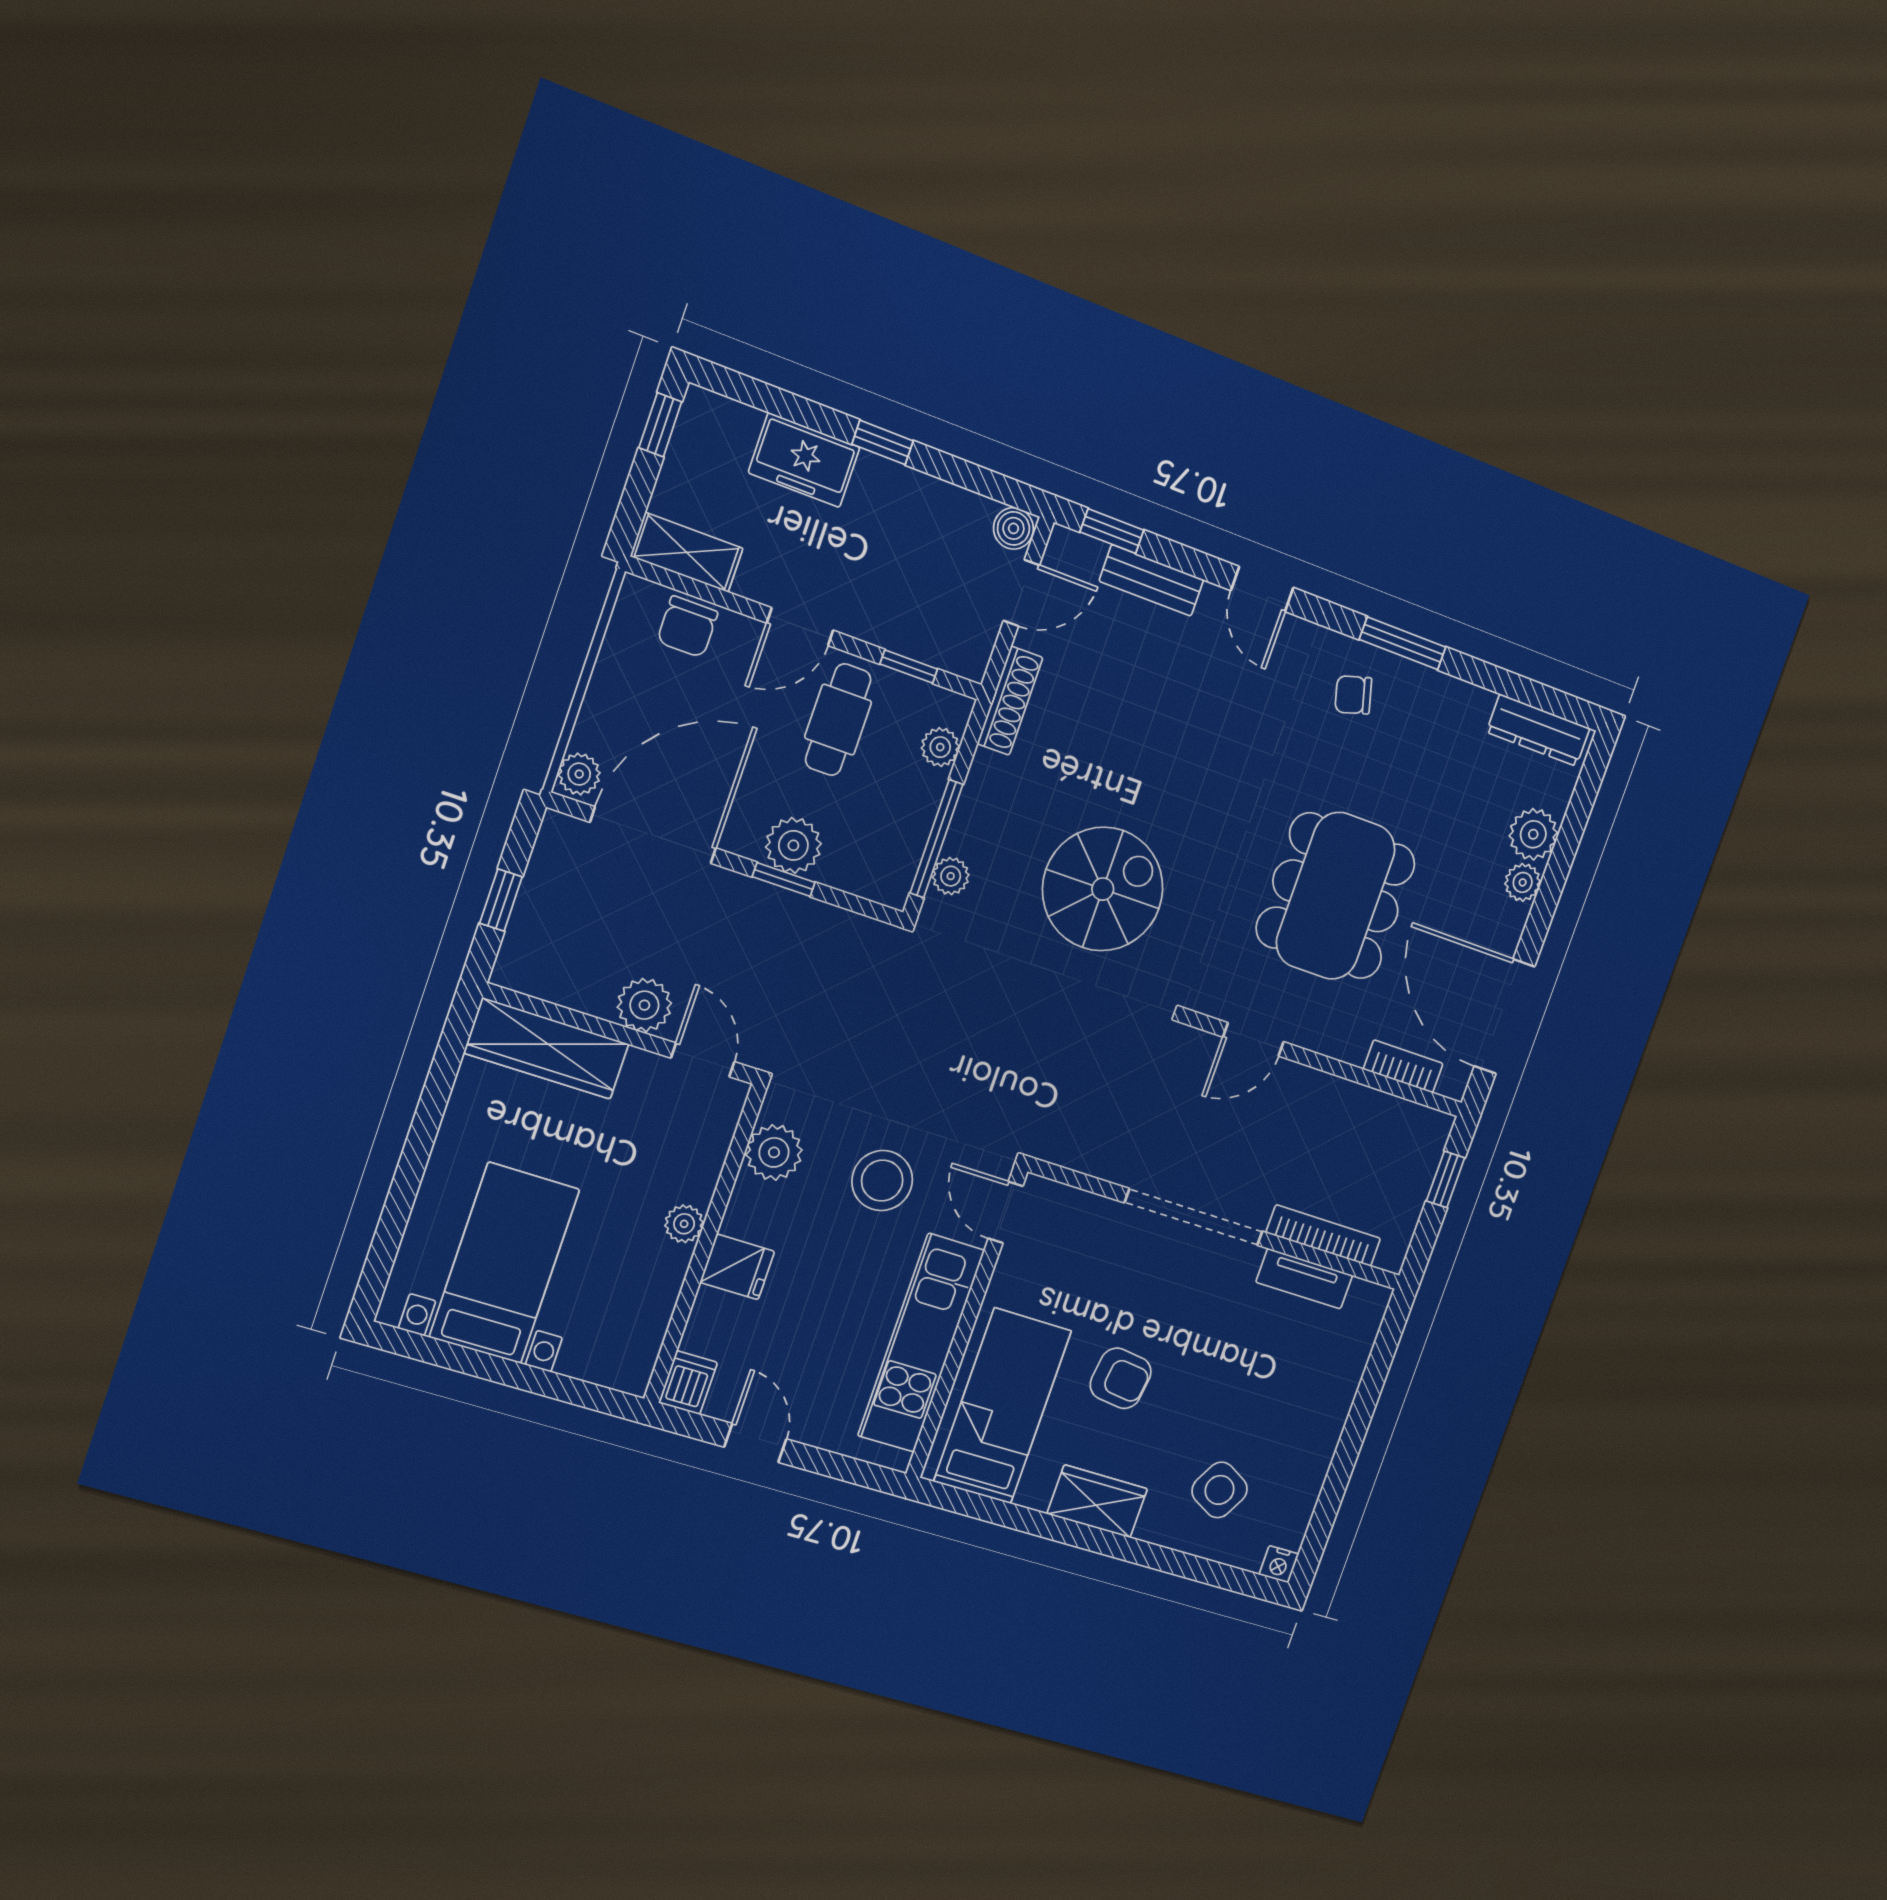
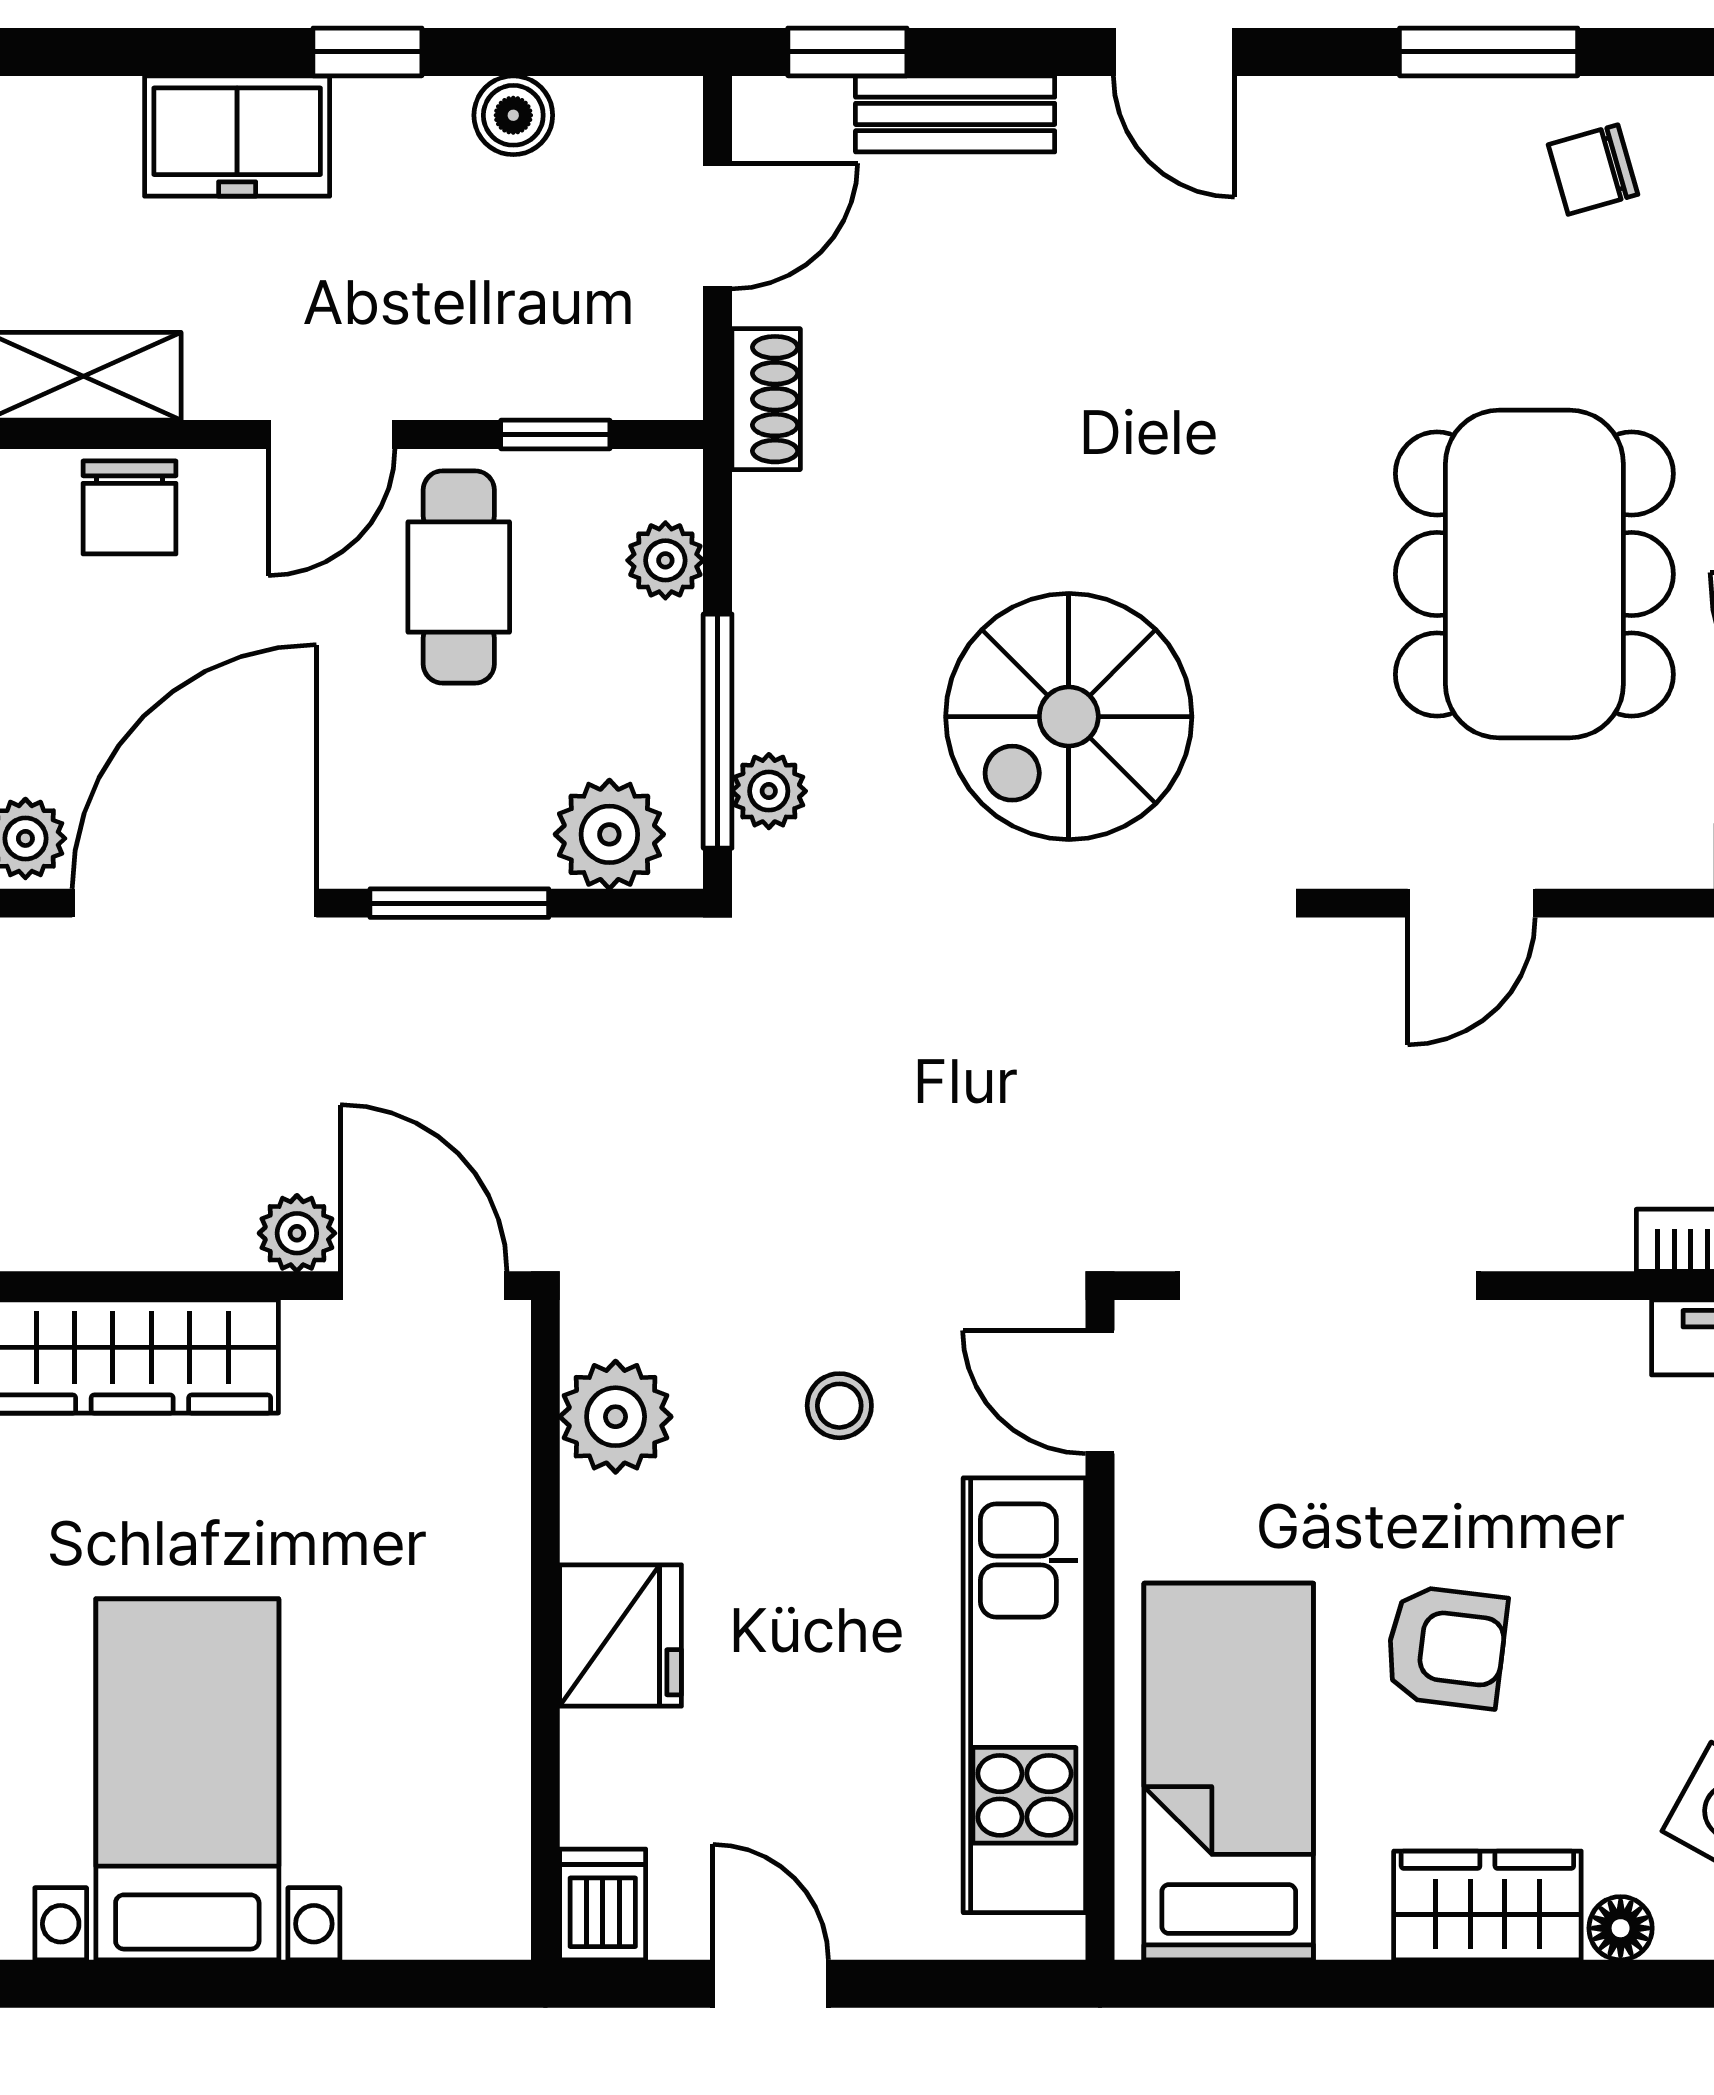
boiler: (1013, 528) -> (513, 115), moved
chair: (1353, 695) -> (1593, 170), moved
shoe rack: (1010, 701) -> (766, 399), width x0.70
plant: (793, 845) -> (609, 834), moved
window: (784, 880) -> (459, 903), width x1.50
spiral stairs: (1103, 889) -> (1069, 717), turned 180
plant: (644, 1005) -> (297, 1233), width x0.73, depth x0.73
door: (703, 1060) -> (424, 1286), width x1.38
stool: (882, 1181) -> (839, 1406), width x0.53, depth x0.53
doorway: (1194, 1217) -> (1328, 1286), moved
plant: (684, 1224) -> (493, 1604), removed
fridge: (737, 1267) -> (621, 1636), width x1.38
floor lamp: (1152, 1529) -> (1621, 1928), added

